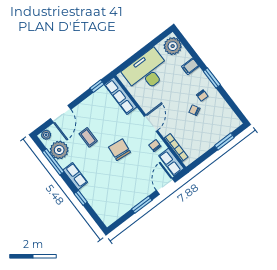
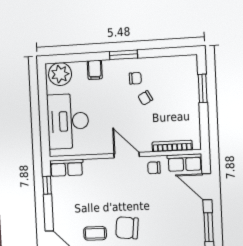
row of seats: (121, 96) -> (67, 168), width x0.68
chair: (120, 150) -> (127, 228), moved

